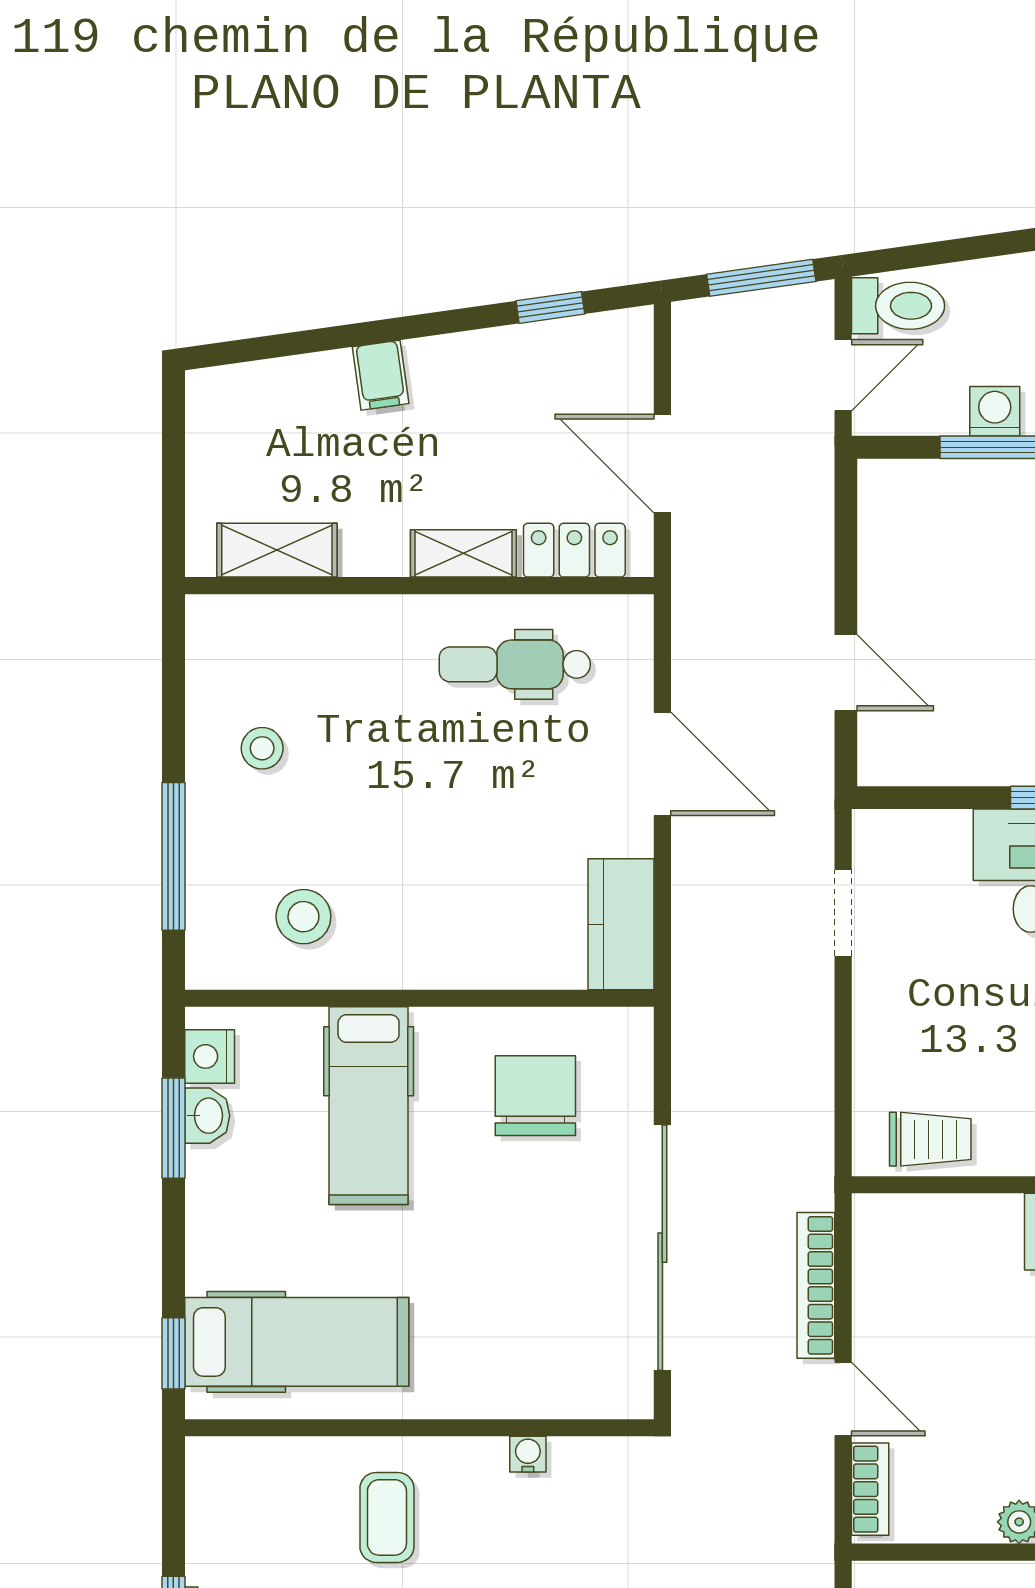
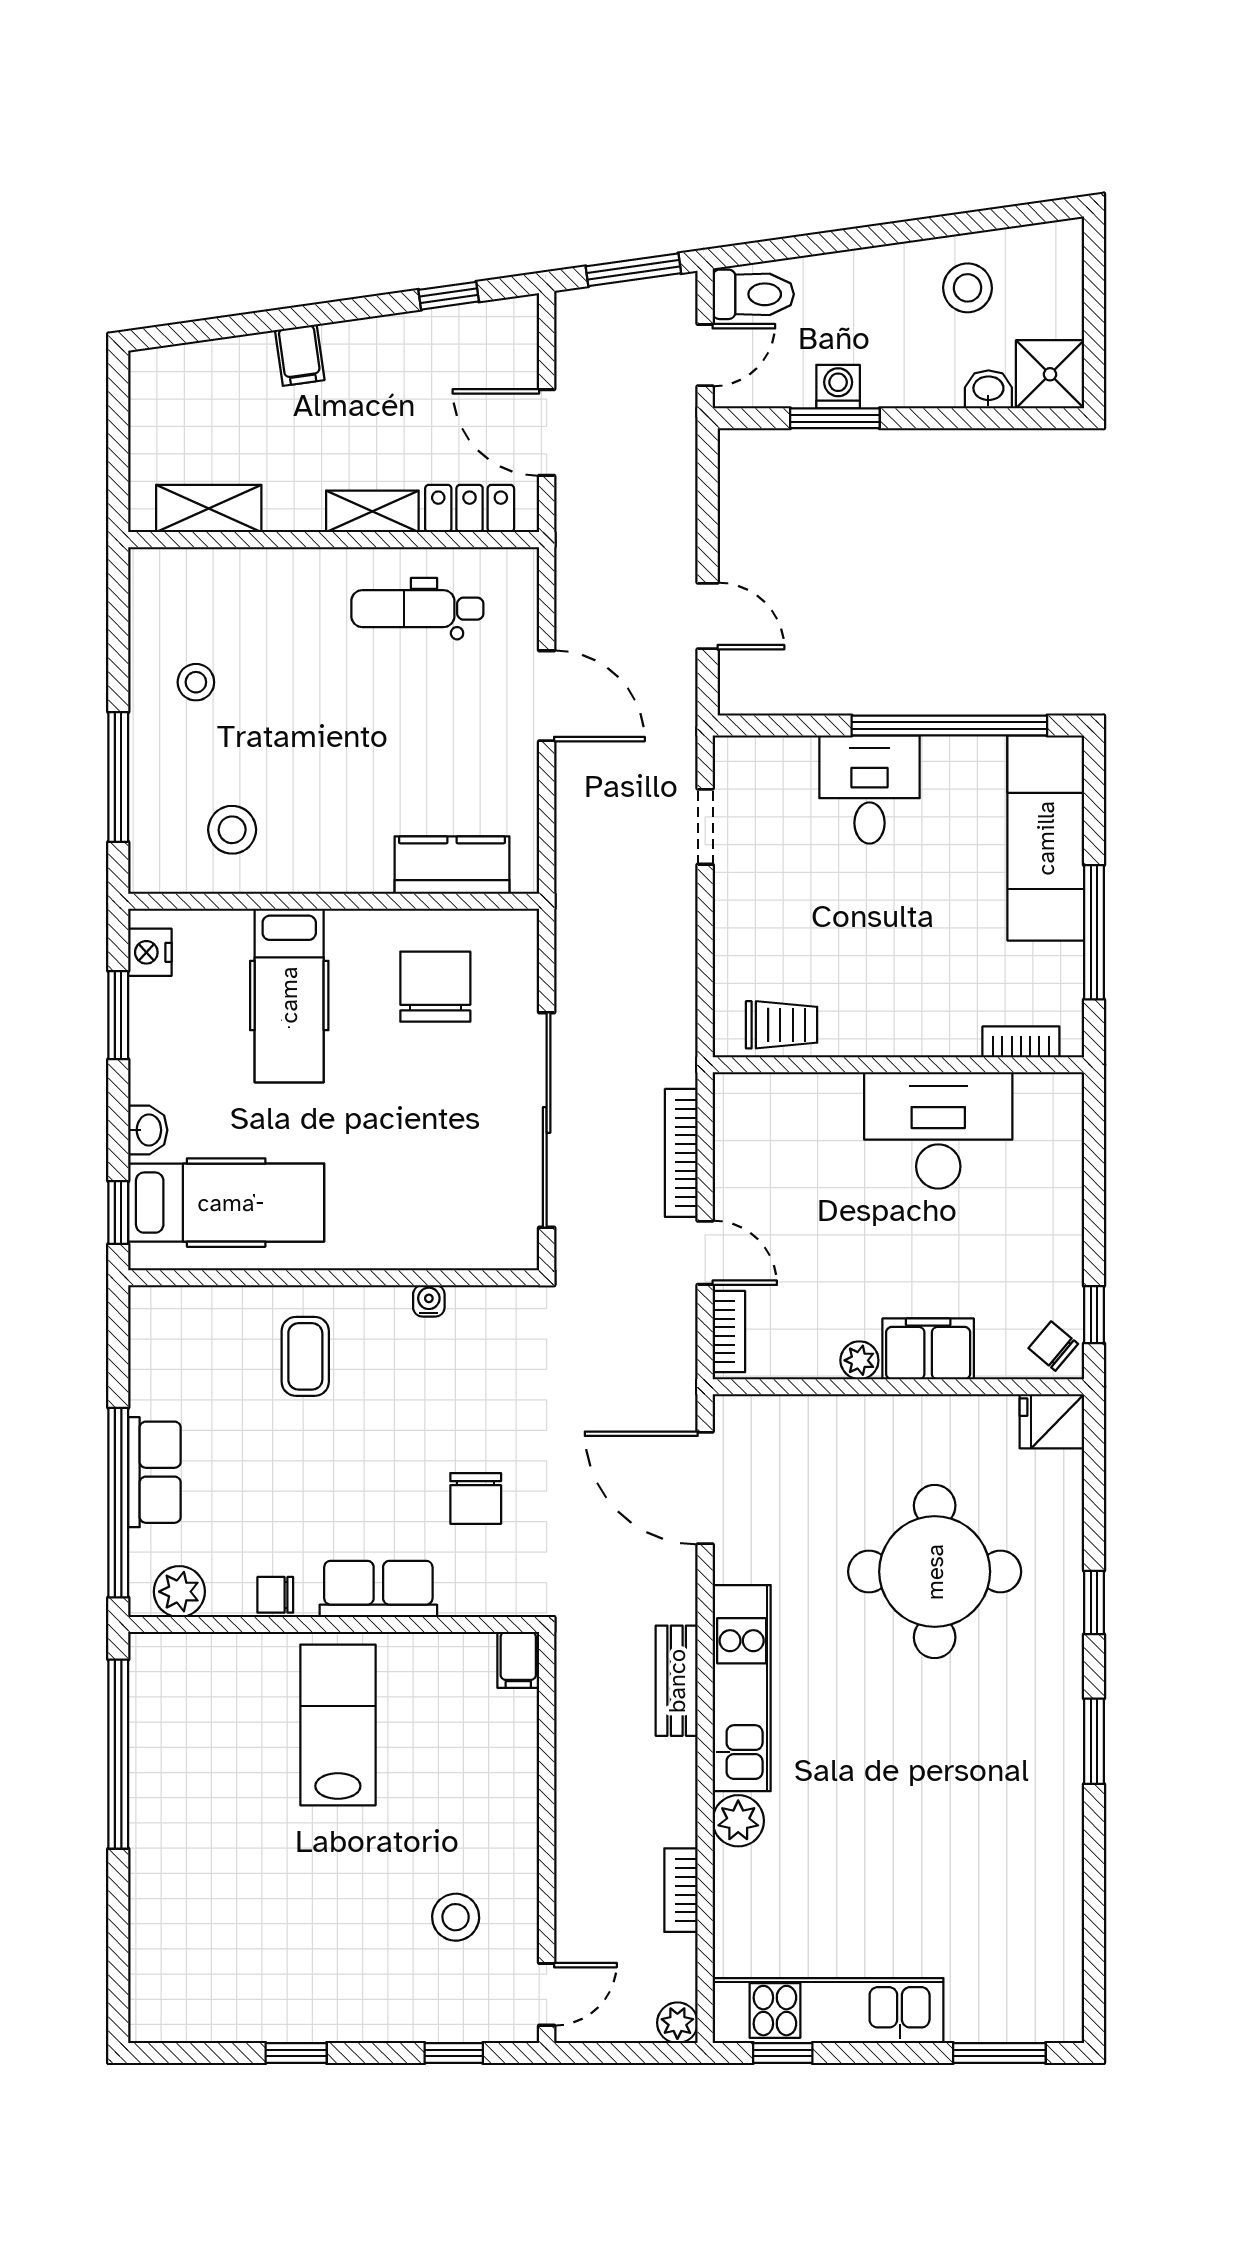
kitchen counter: (621, 924) -> (452, 865), moved, turned 90
washbasin: (207, 1116) -> (148, 1130), moved

